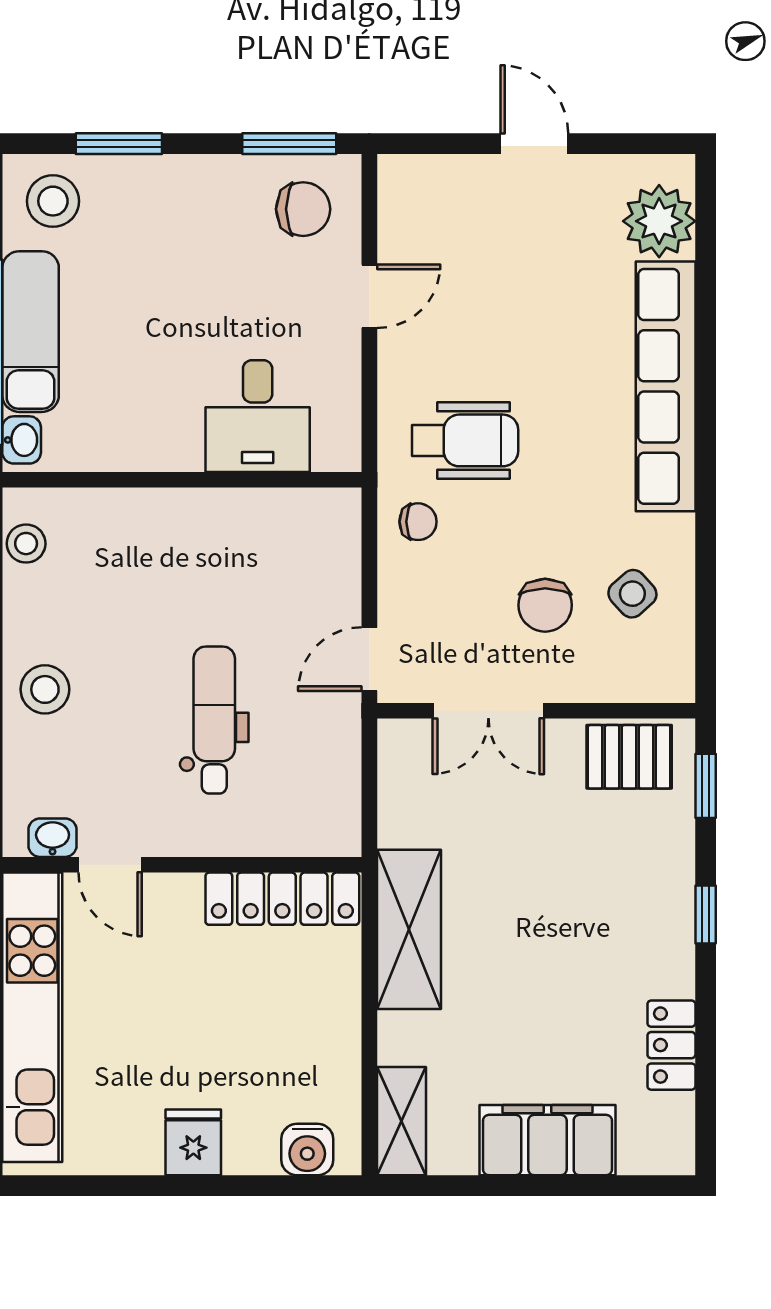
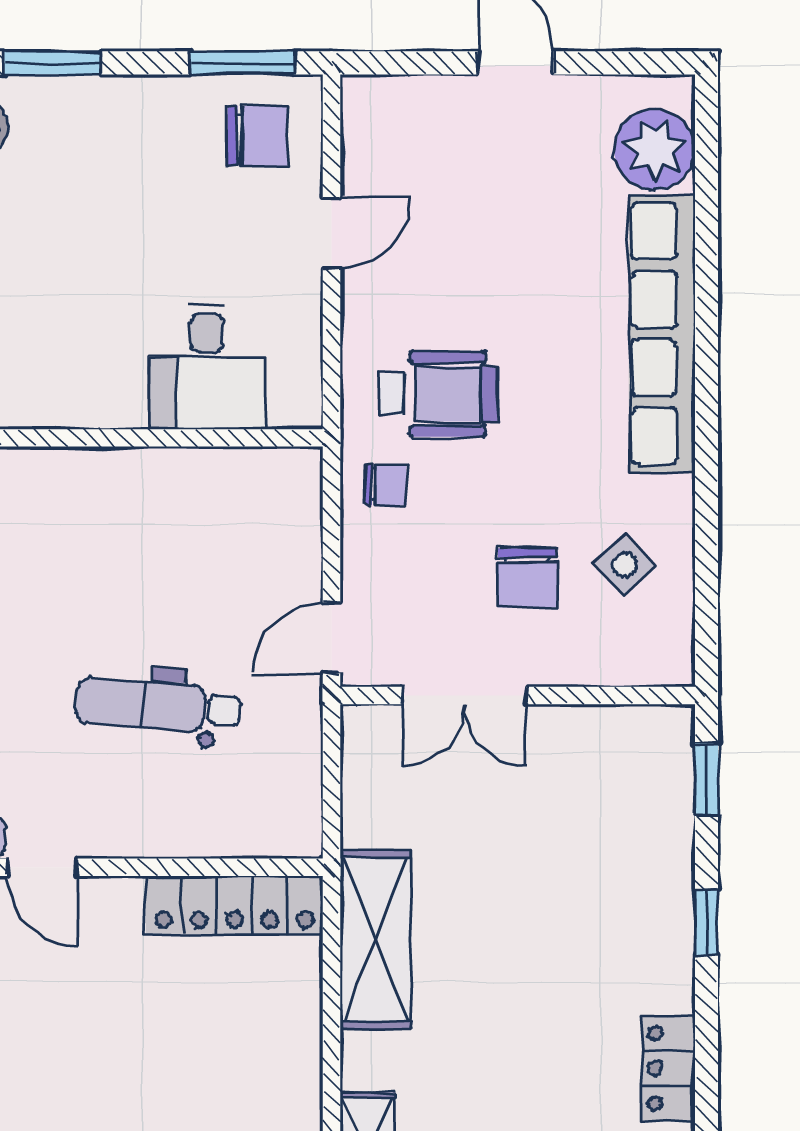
dental chair: (214, 720) -> (159, 706), turned -86
pallet: (629, 757) -> (621, 747), removed

